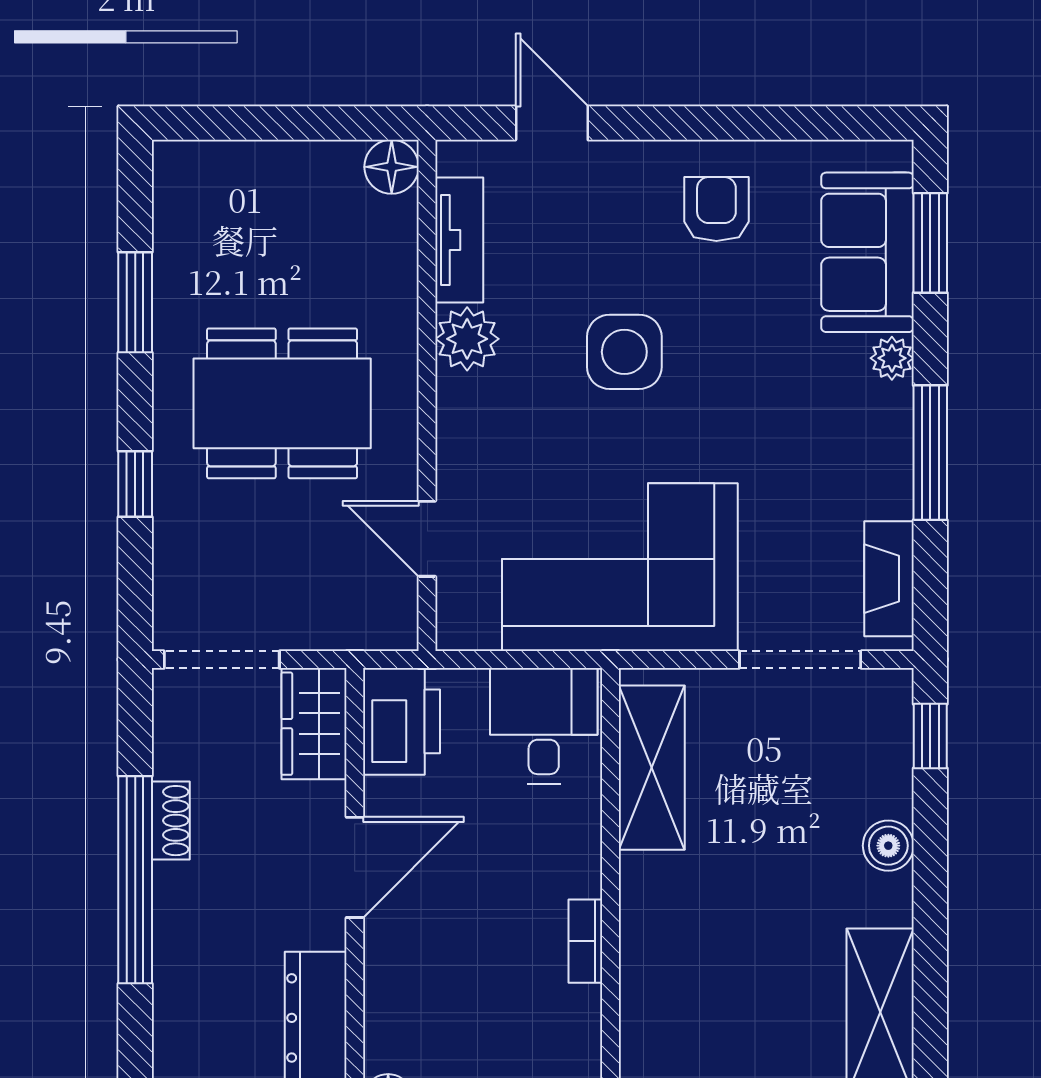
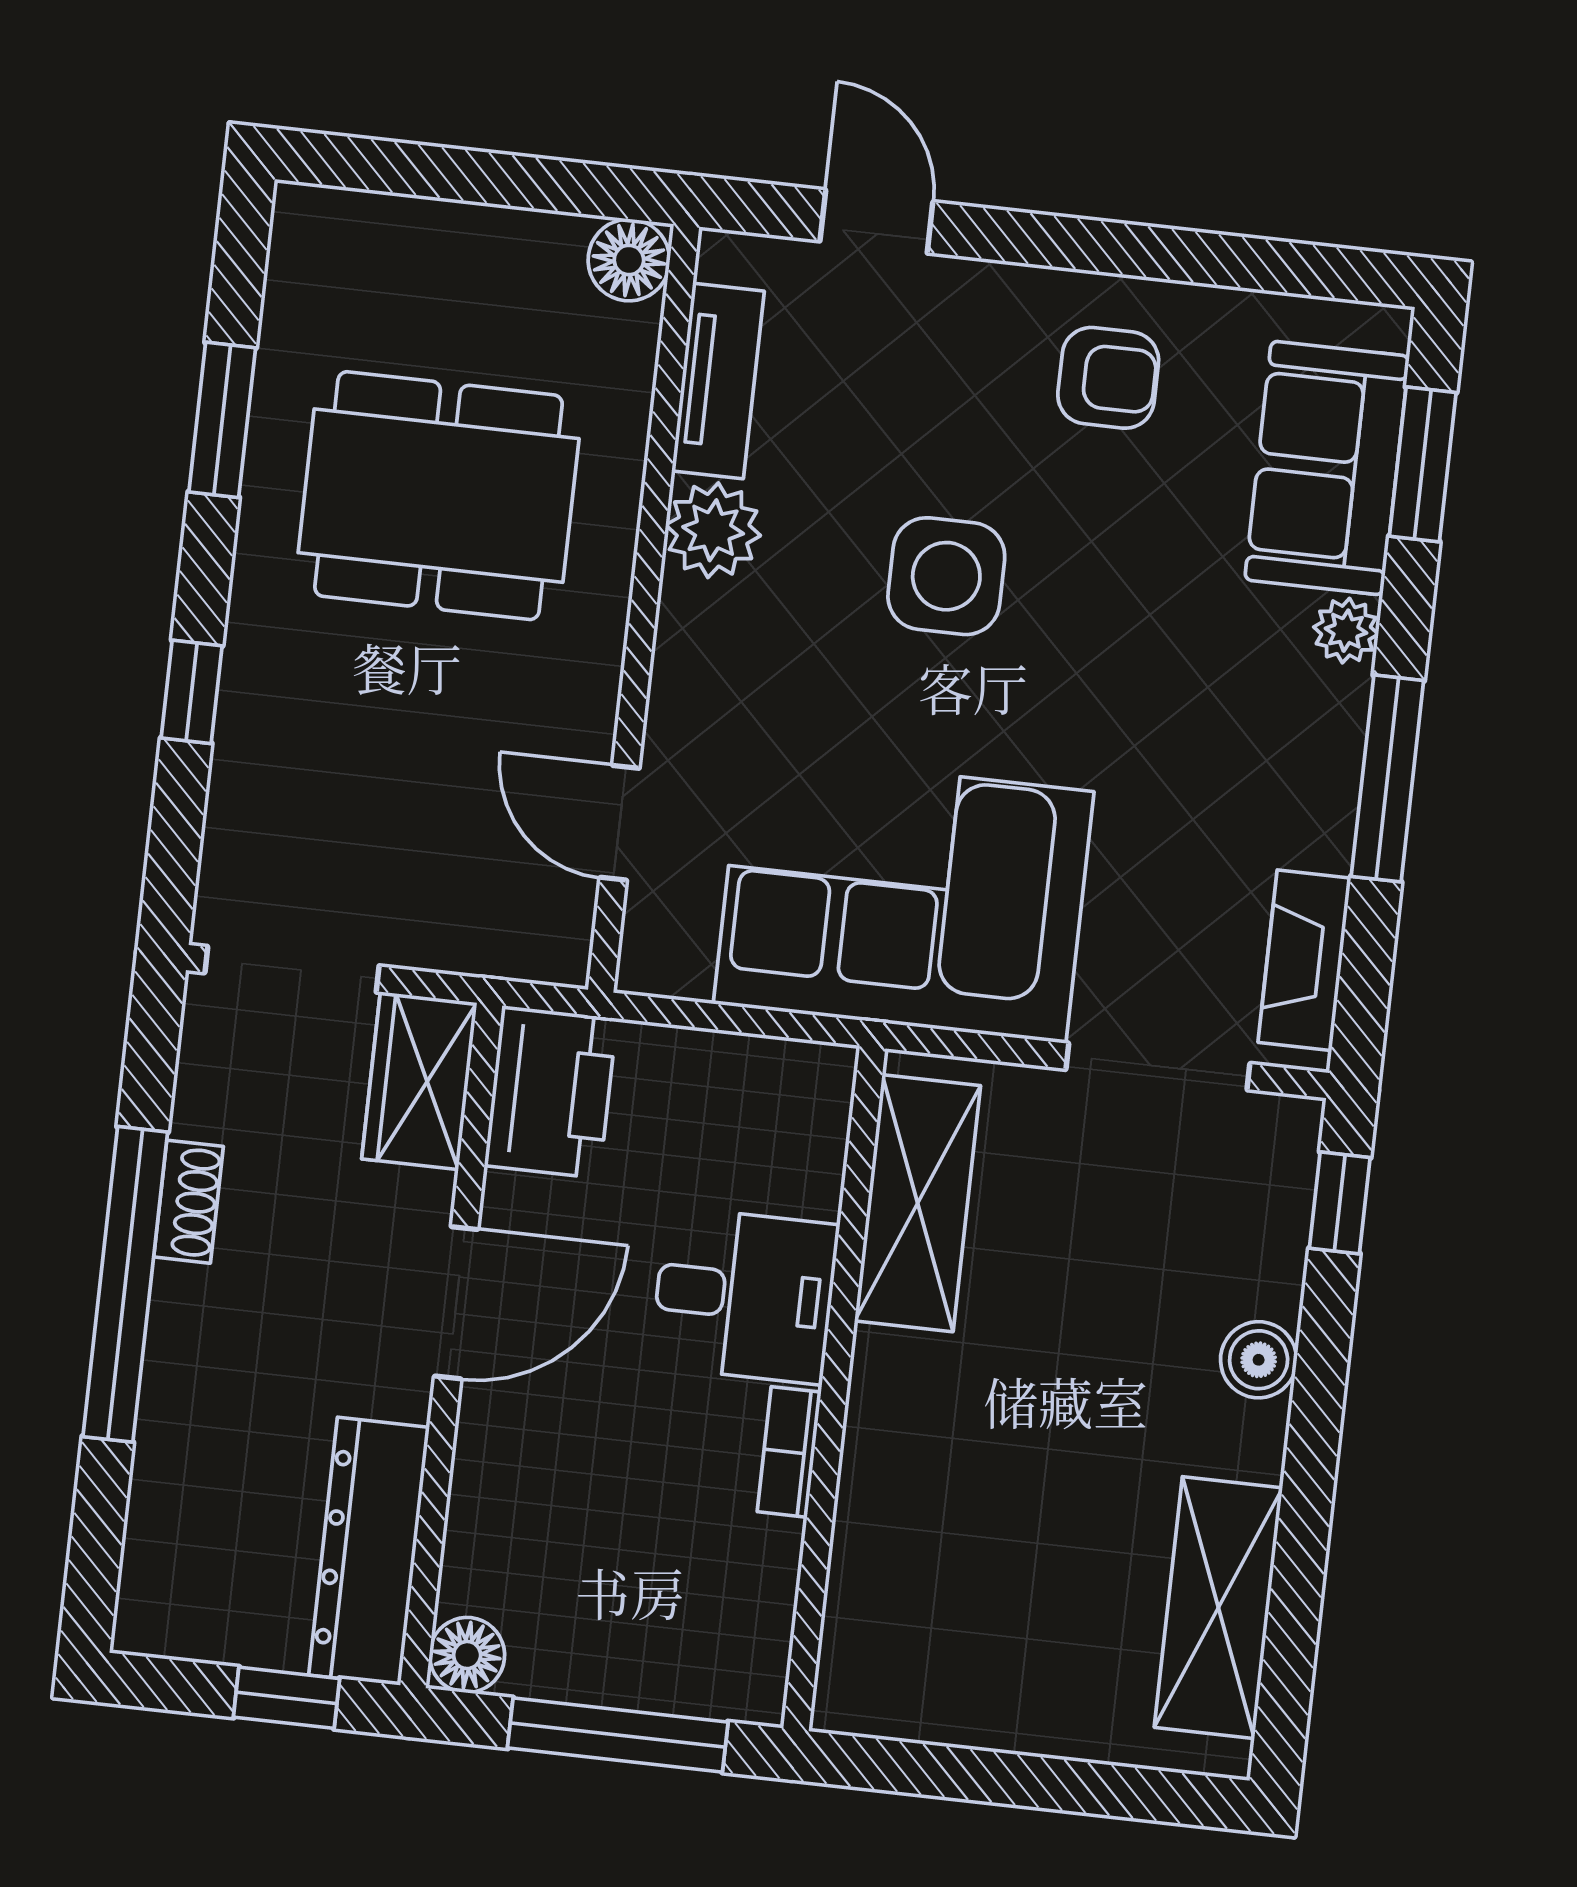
armchair: (716, 209) -> (1108, 378), turned 90
dining table: (282, 403) -> (439, 496), moved
desk: (544, 726) -> (744, 1295), moved, turned 90

